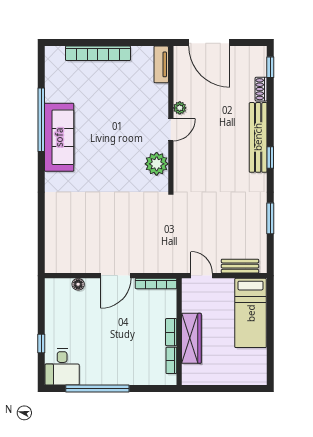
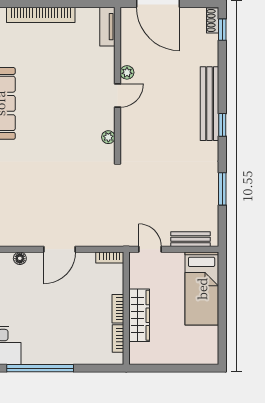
shoe rack: (261, 89) -> (213, 20), moved
plant: (157, 164) -> (108, 137), width x0.53, depth x0.53
bookcase: (156, 284) -> (110, 258), width x0.64

